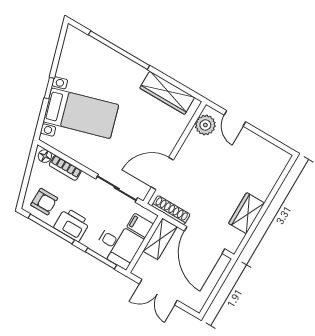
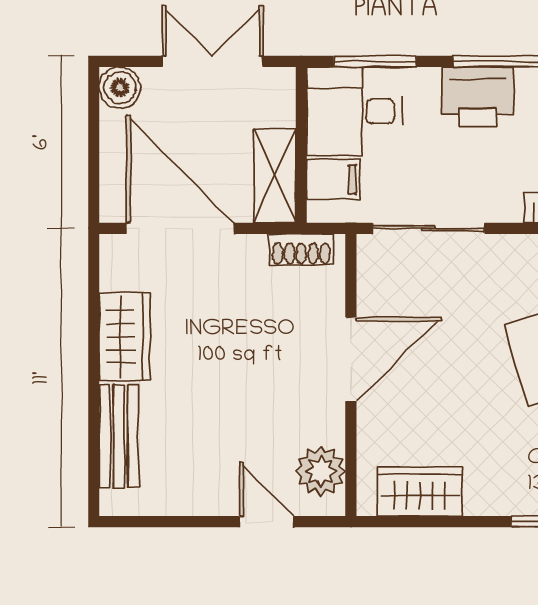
wardrobe: (167, 93) -> (420, 492), width x0.67
door: (162, 174) -> (351, 360), moved
bench: (269, 179) -> (119, 436), added
shoe rack: (171, 210) -> (301, 249), width x0.70
boiler: (196, 302) -> (120, 88), added

